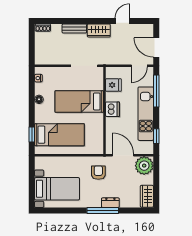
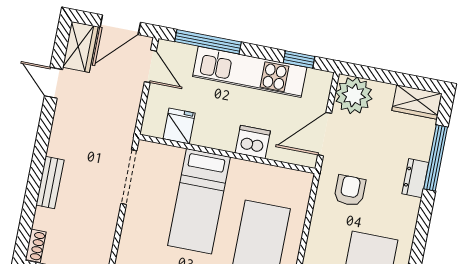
wardrobe: (99, 31) -> (80, 47), moved
dishwasher: (113, 109) -> (253, 142), moved
armchair: (98, 173) -> (350, 191), turned 90
window: (103, 211) -> (436, 158), moved

